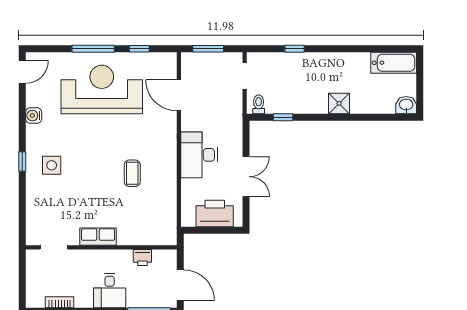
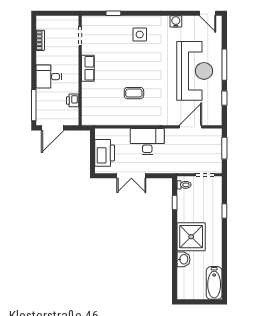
shower: (339, 103) -> (191, 237), width x1.86, depth x1.86
washbasin: (406, 105) -> (183, 259), moved
window: (22, 162) -> (113, 13), moved

